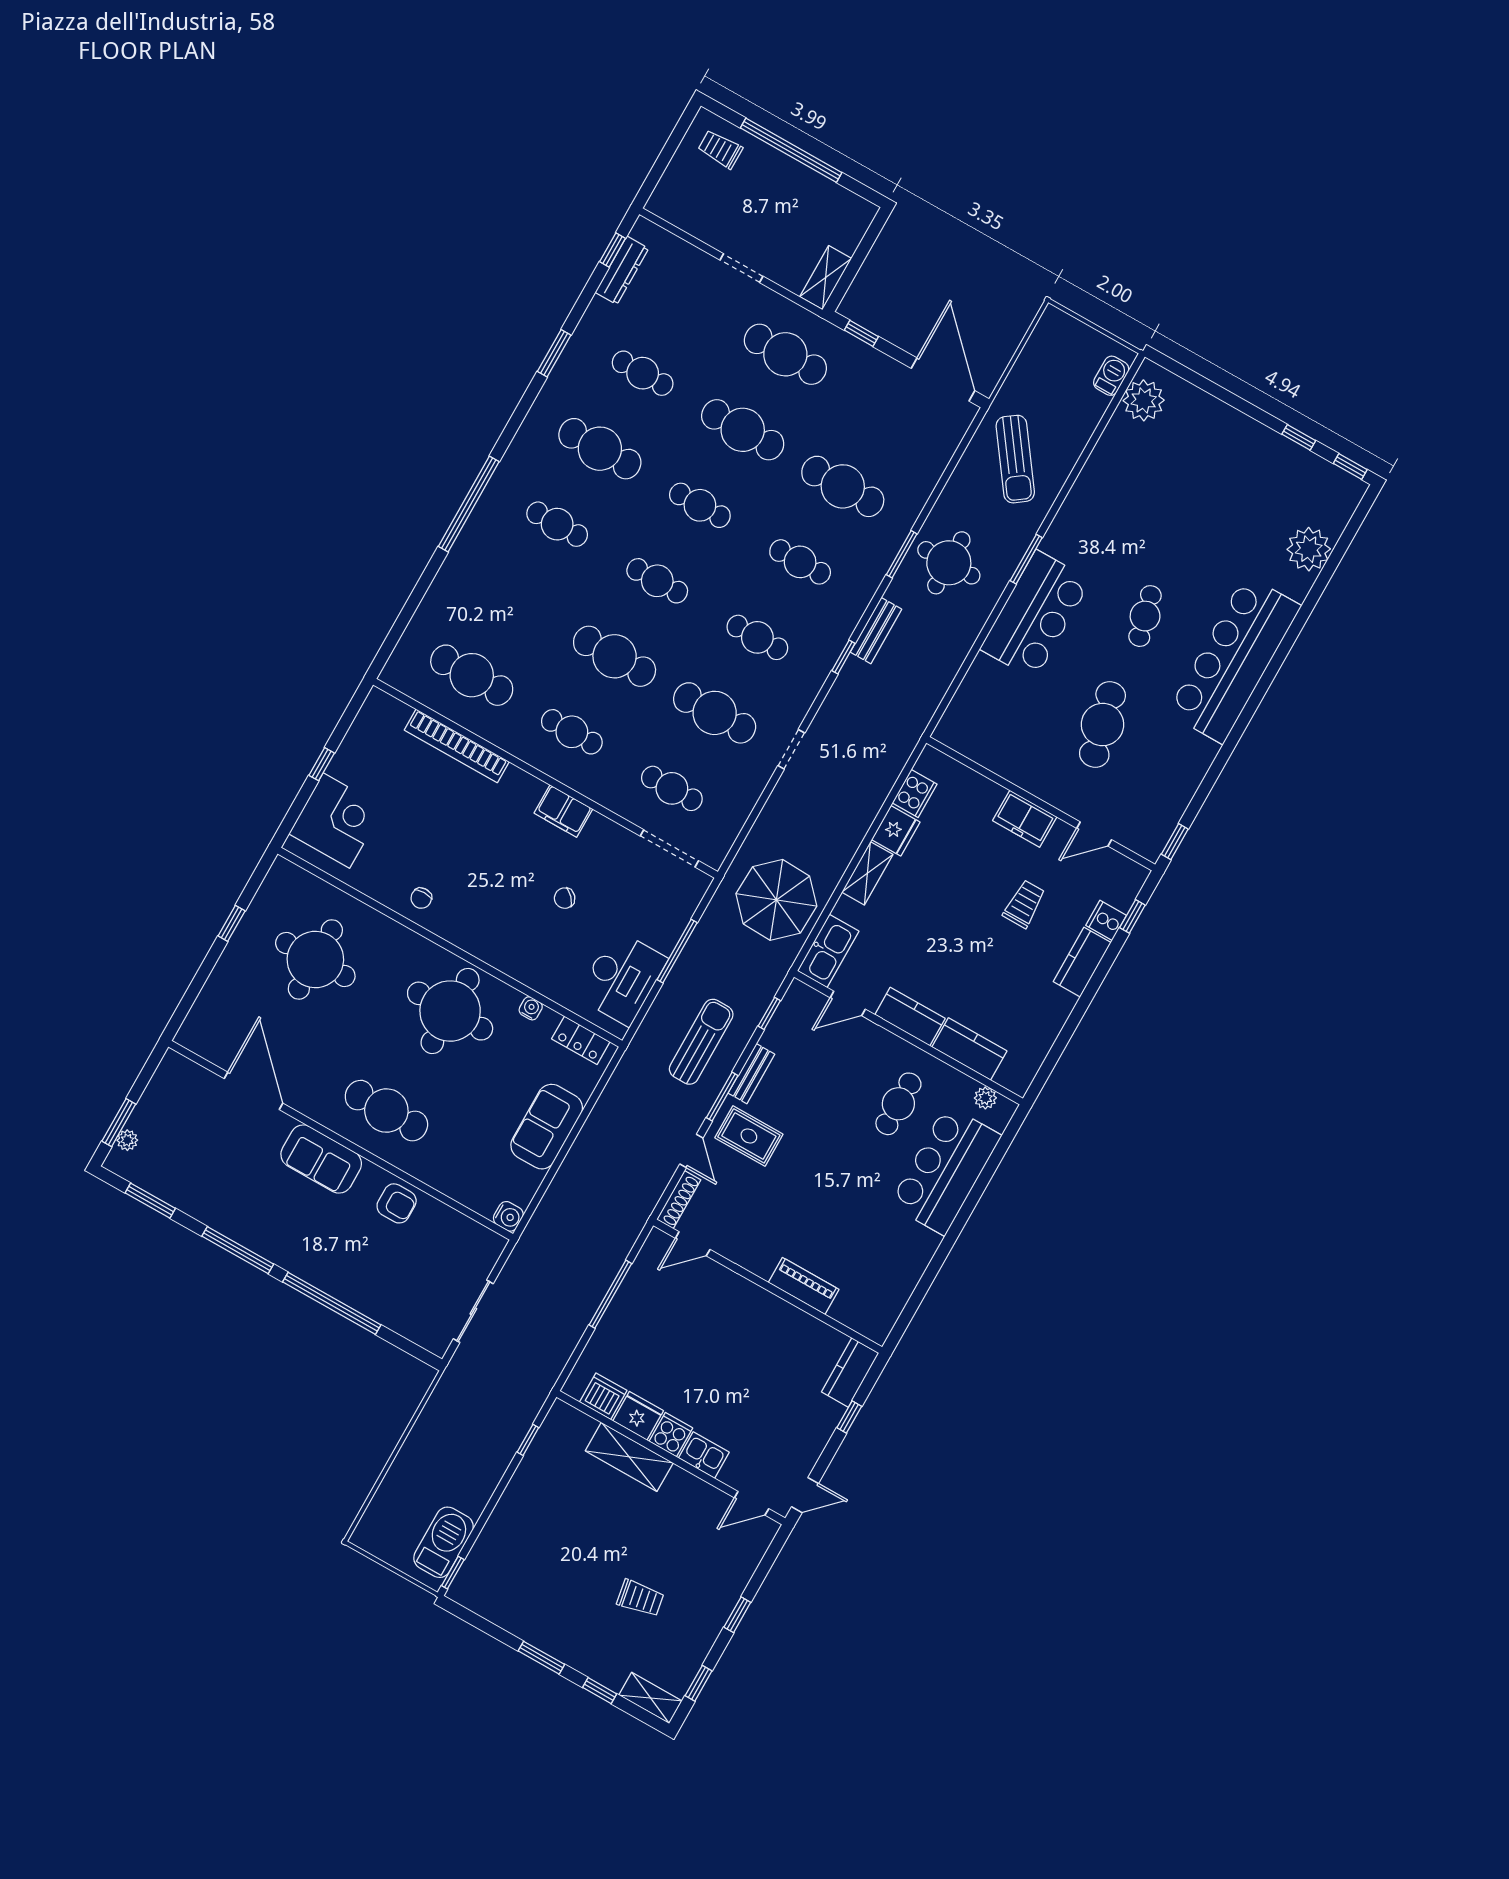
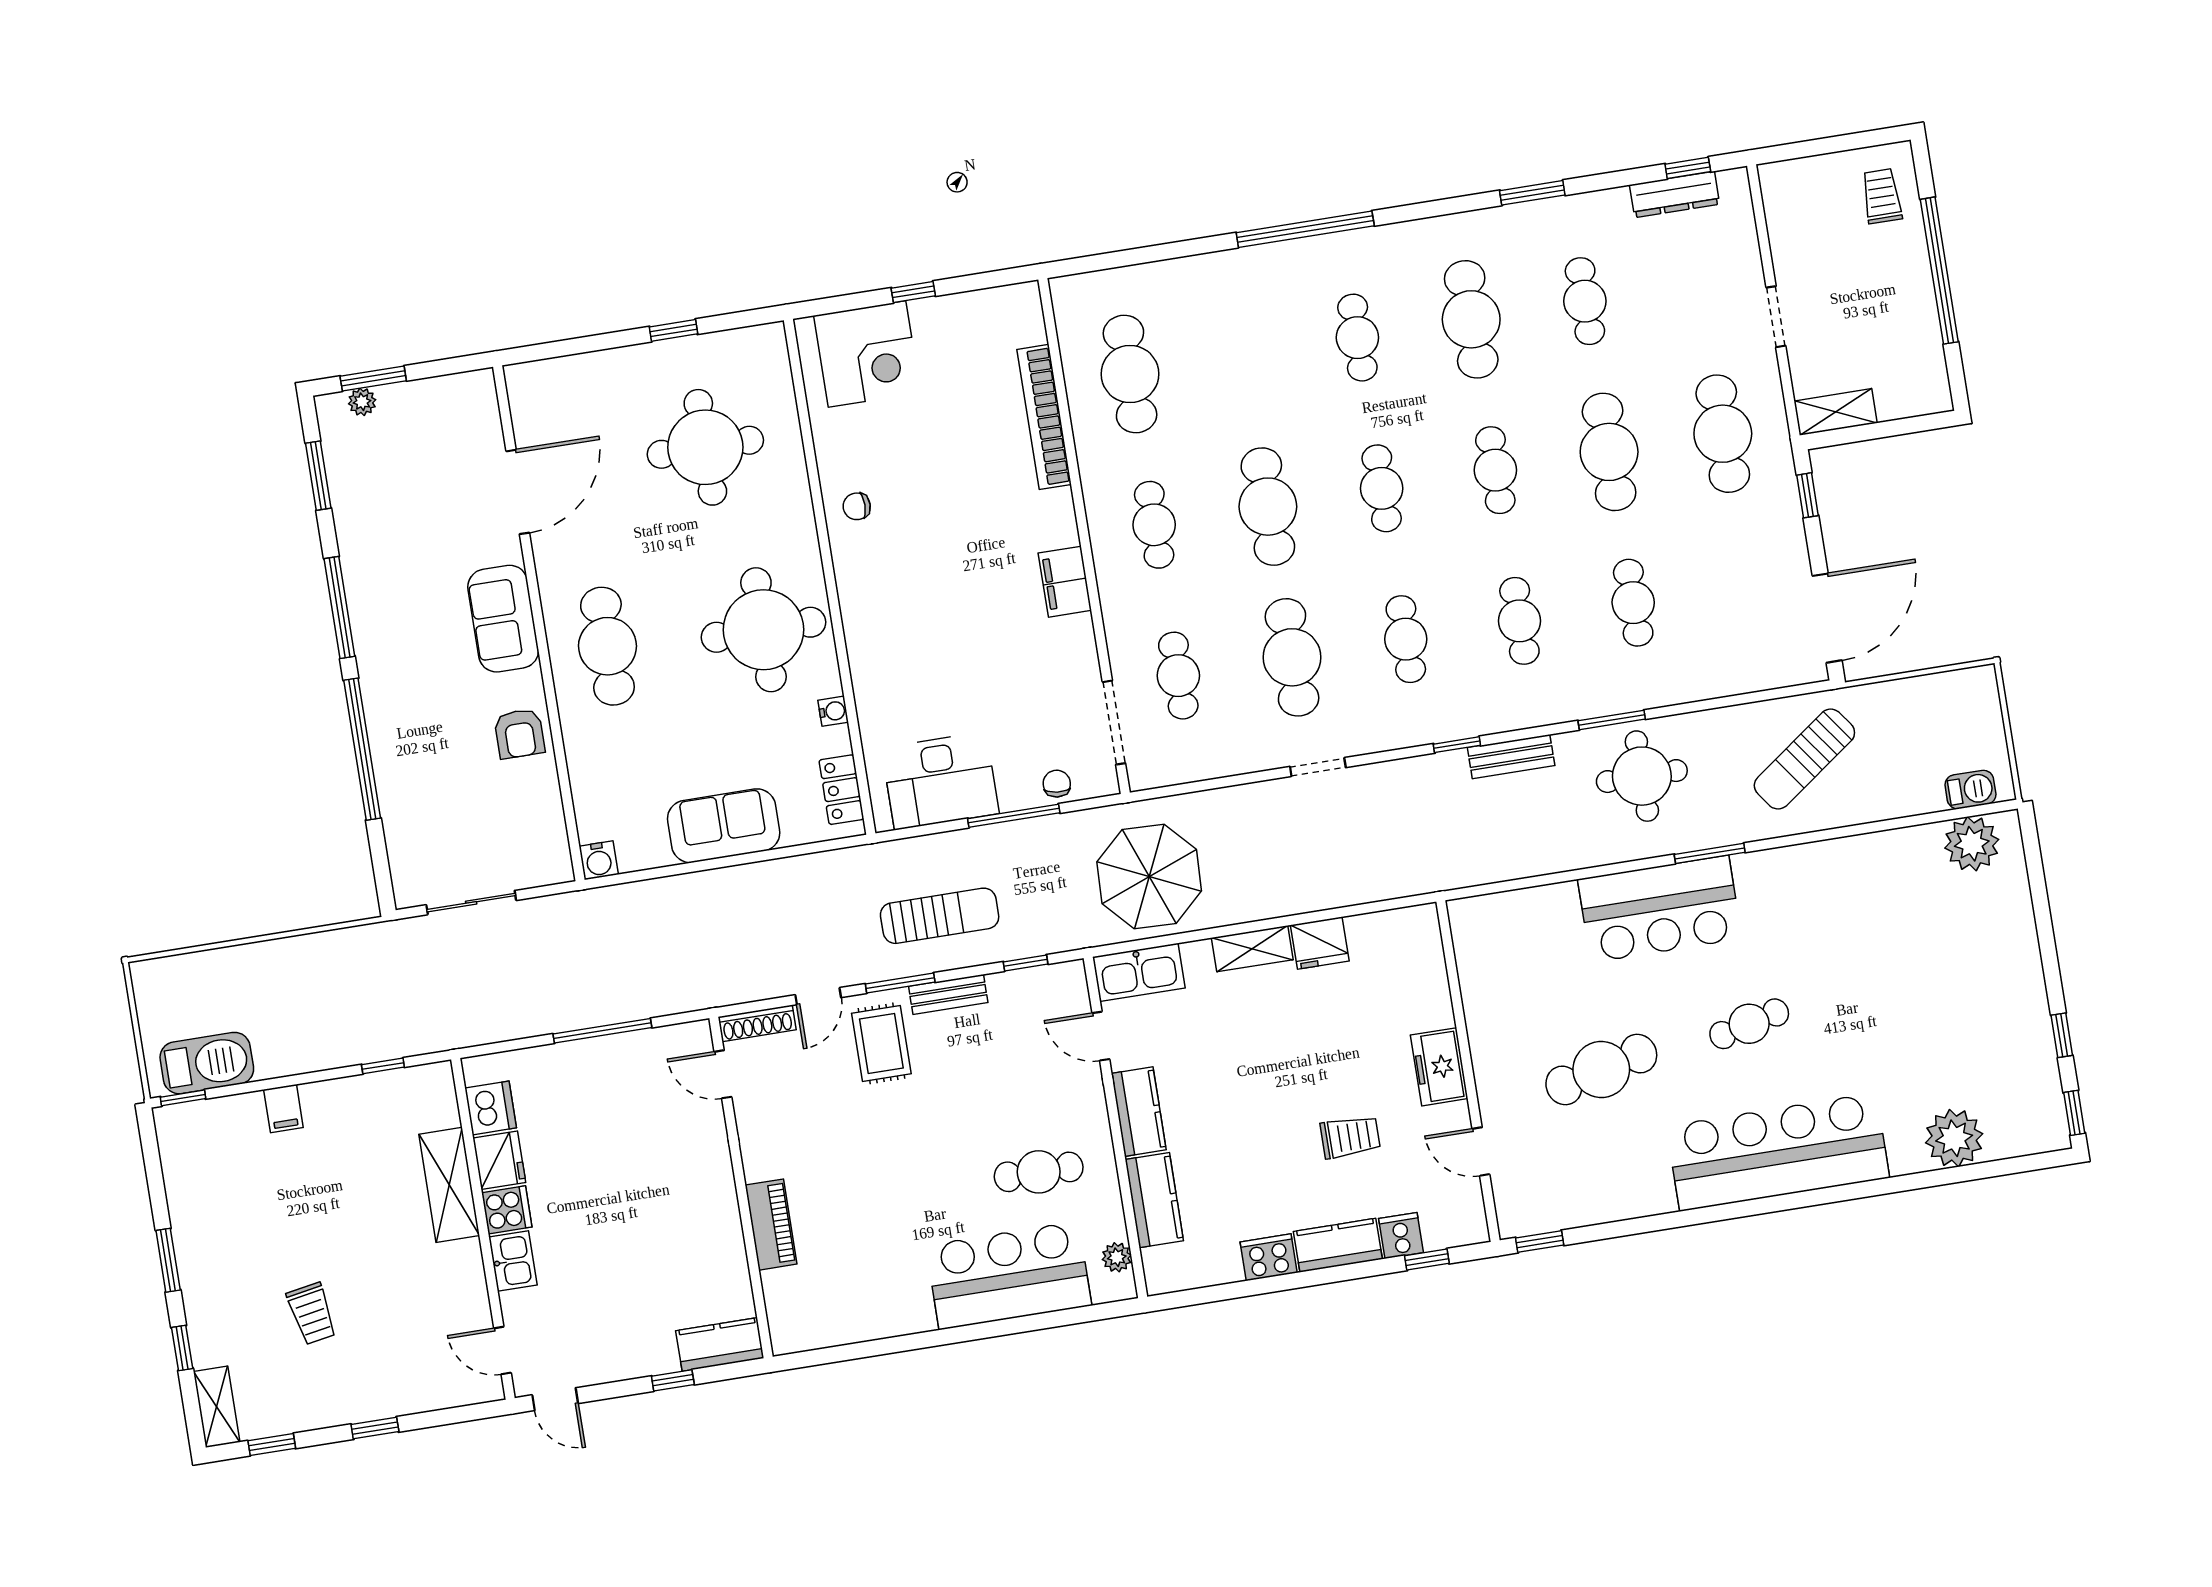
cafe table: (843, 486) -> (1633, 603), width x0.73, depth x0.74
cooker: (915, 794) -> (1269, 1257), moved, turned 180
chair: (565, 898) -> (1057, 784), moved, turned 48
filing cabinet: (506, 1518) -> (283, 1108), added

